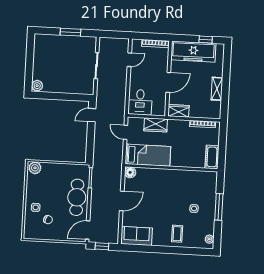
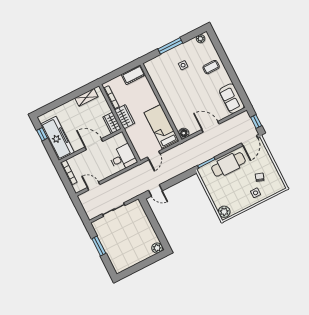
shelving: (217, 89) -> (86, 97), moved
wardrobe: (156, 125) -> (125, 117), moved
door: (88, 230) -> (250, 141), hinge flipped

